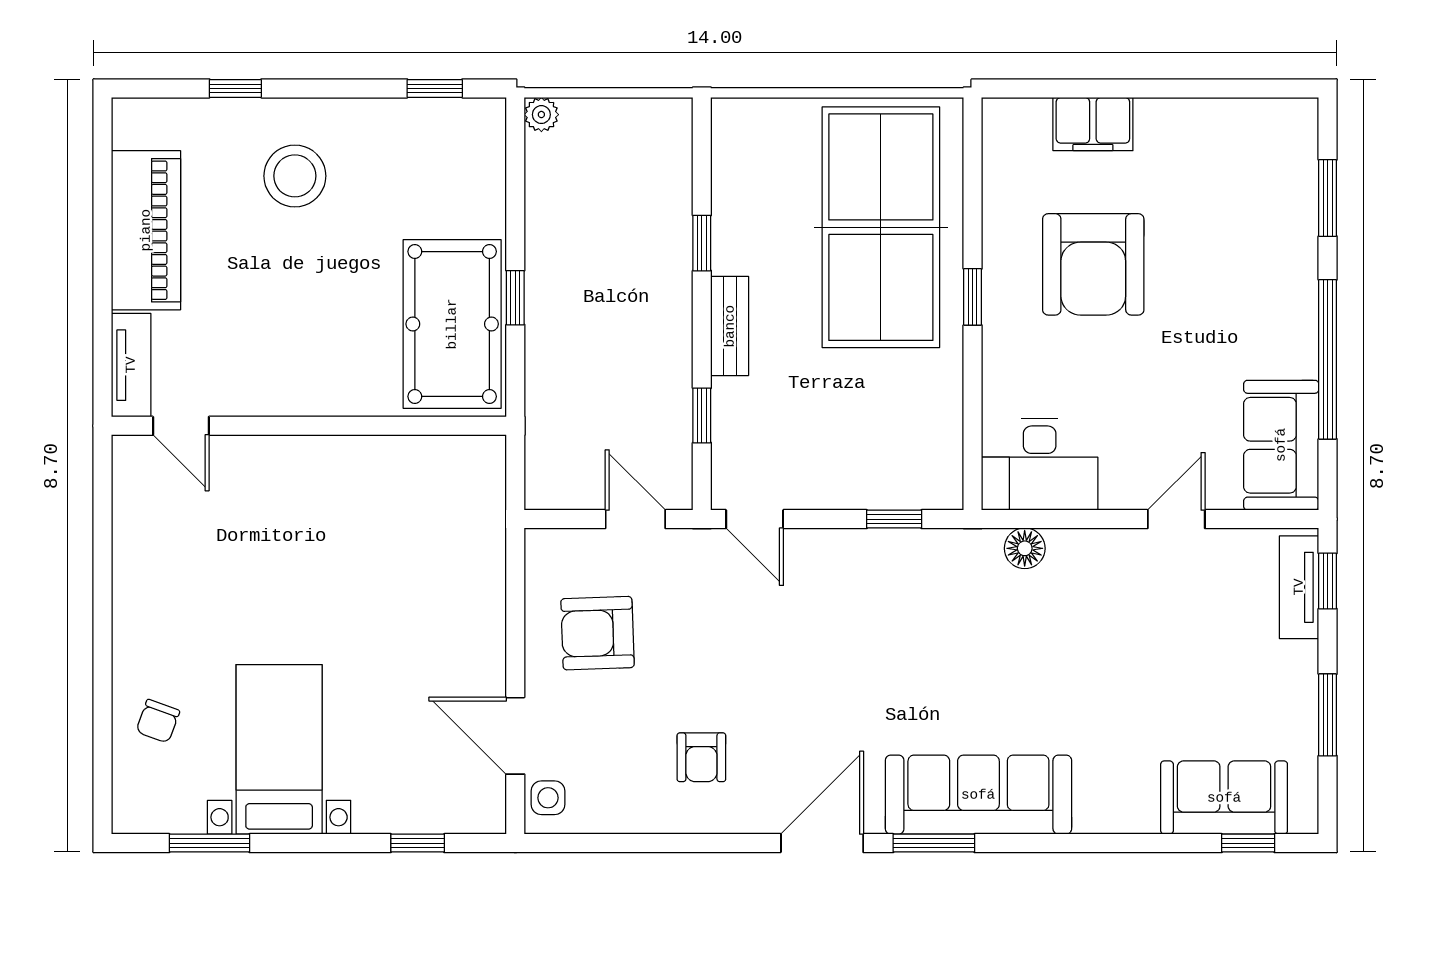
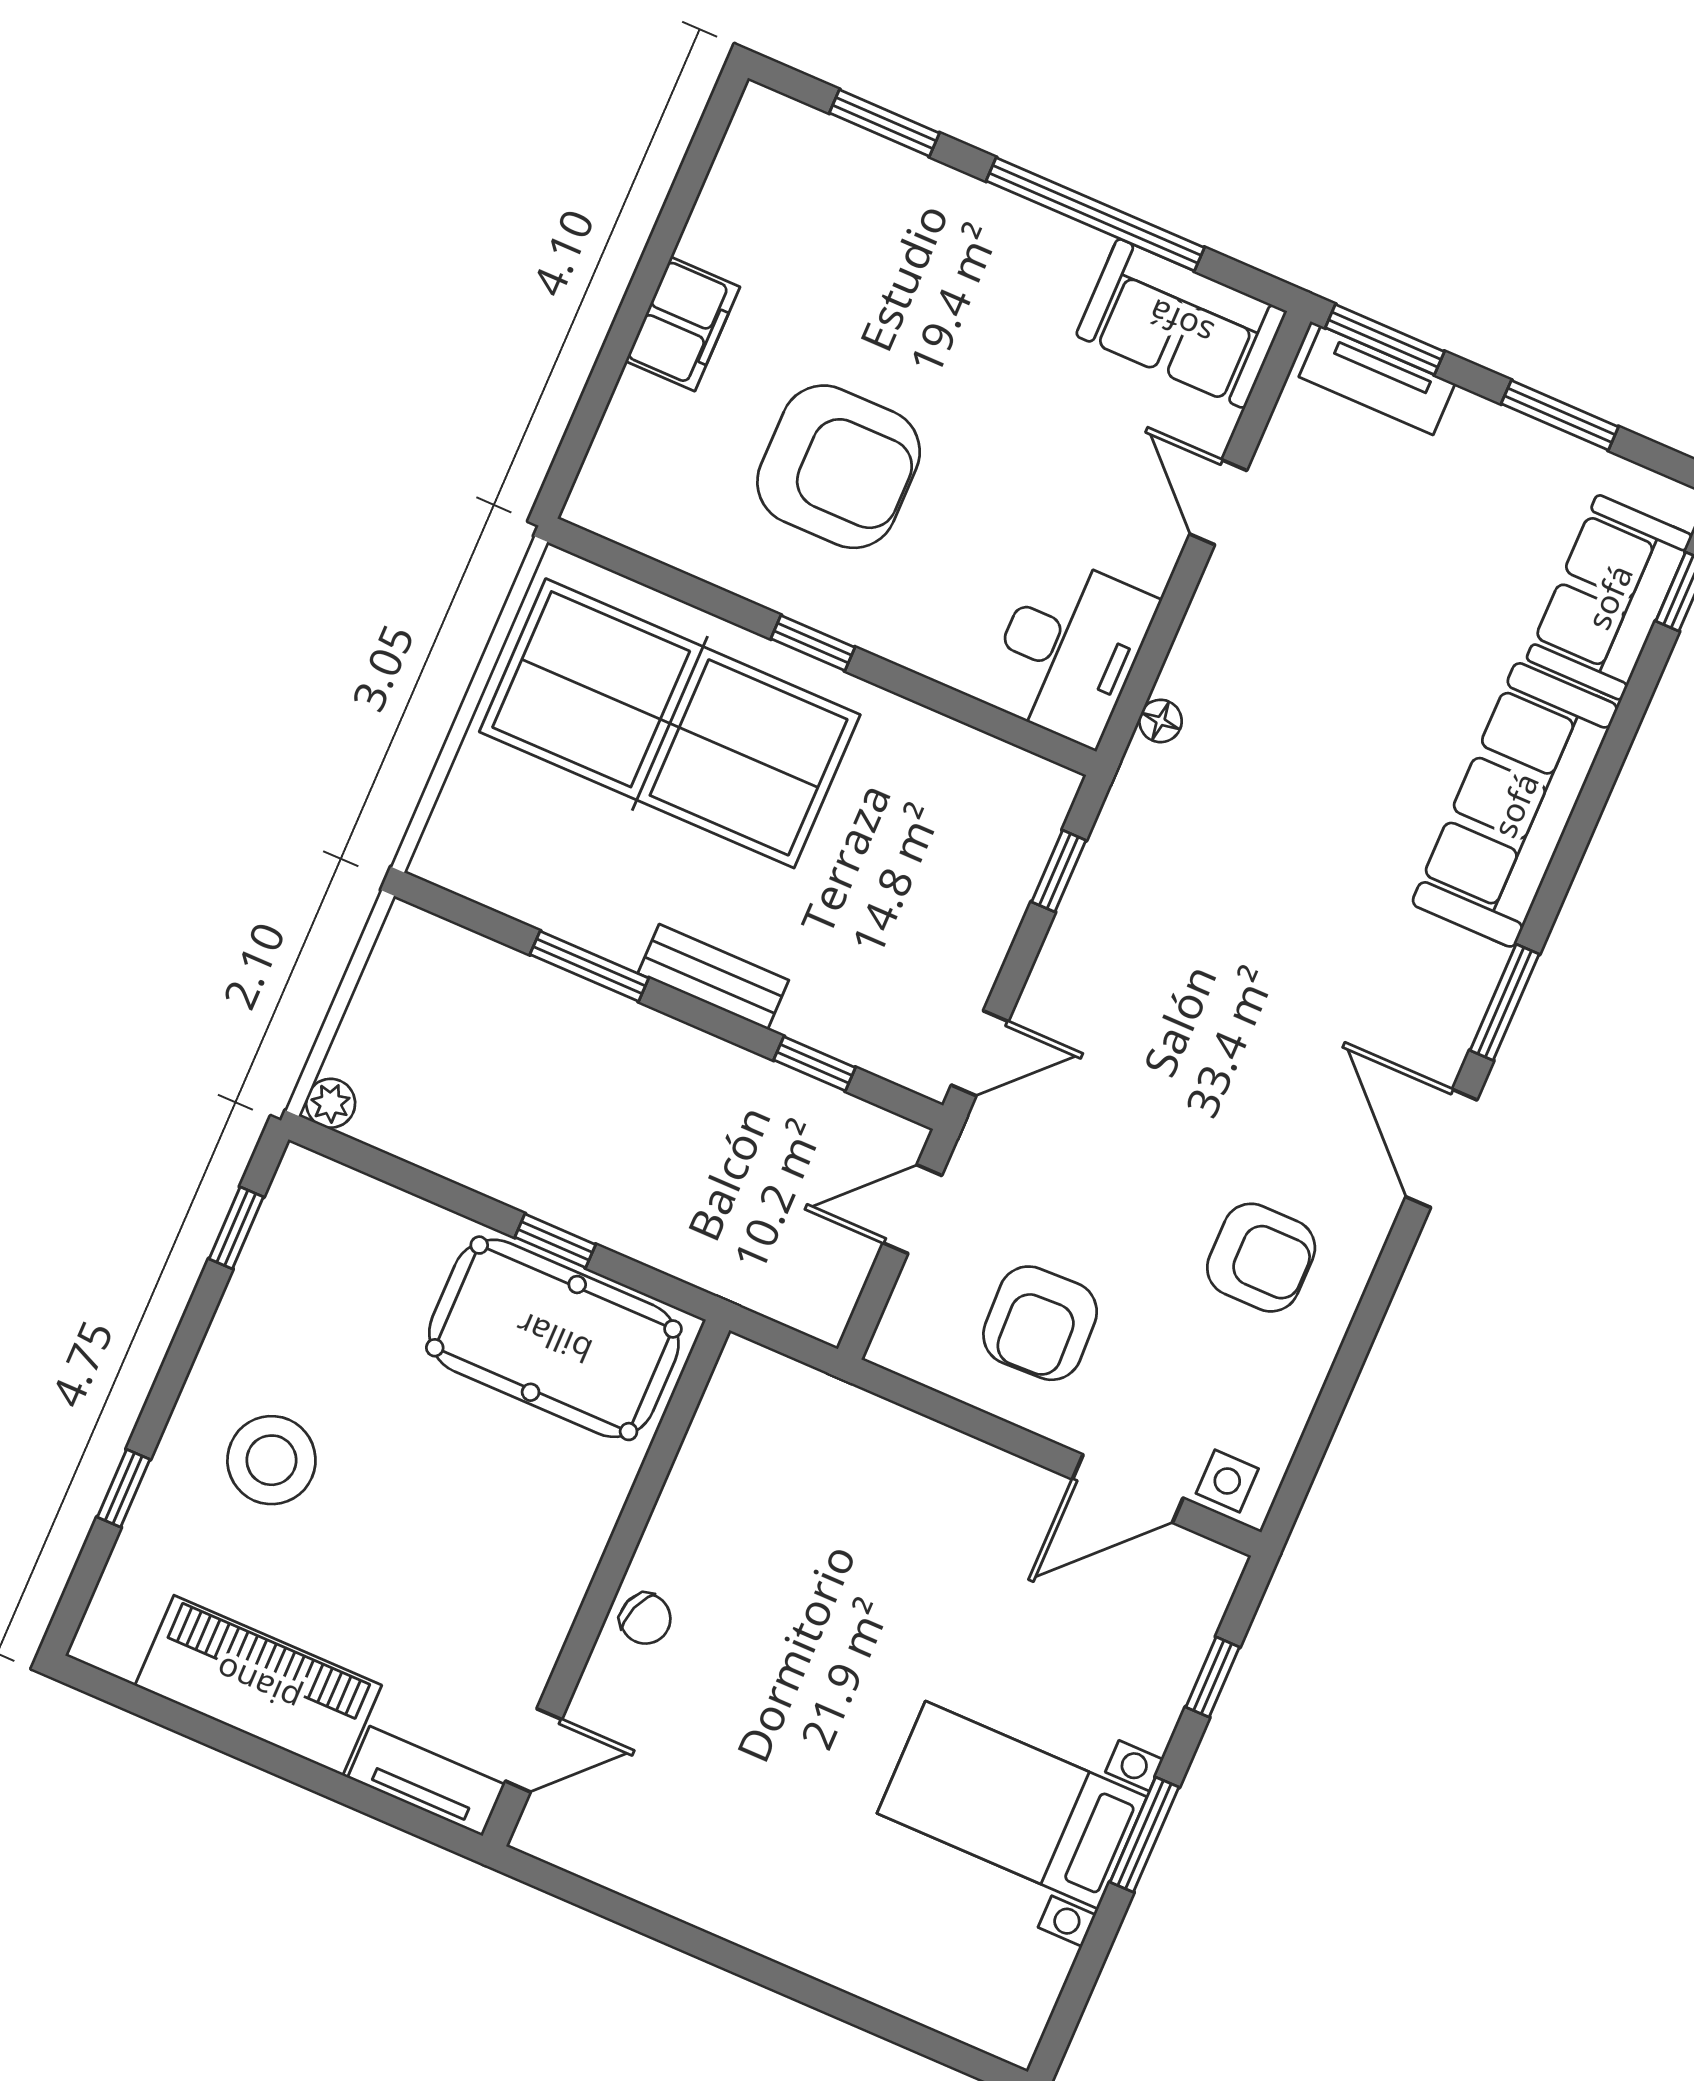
filing cabinet: (1093, 124) -> (683, 324), moved
window: (702, 243) -> (589, 966), width x1.50
floor lamp: (1025, 548) -> (1160, 721), width x0.73, depth x0.73
window: (1328, 581) -> (1385, 340), width x1.50
chair: (158, 721) -> (645, 1619), moved
armchair: (701, 757) -> (1261, 1258), width x1.38, depth x1.38
sofa: (978, 795) -> (1515, 805), moved
window: (209, 843) -> (1144, 1835), moved

